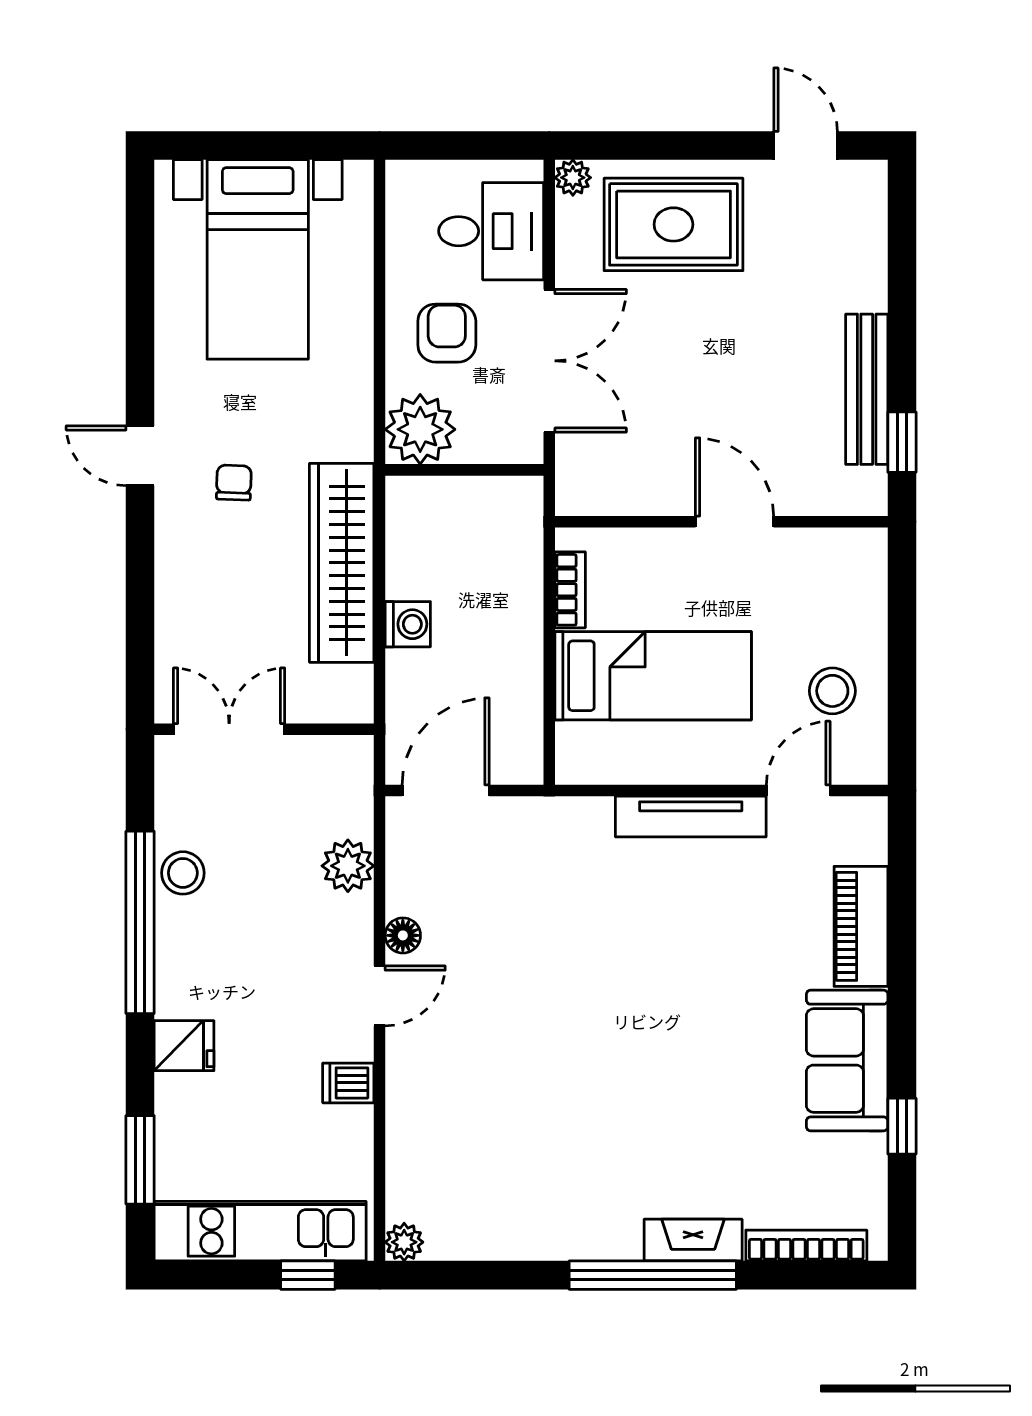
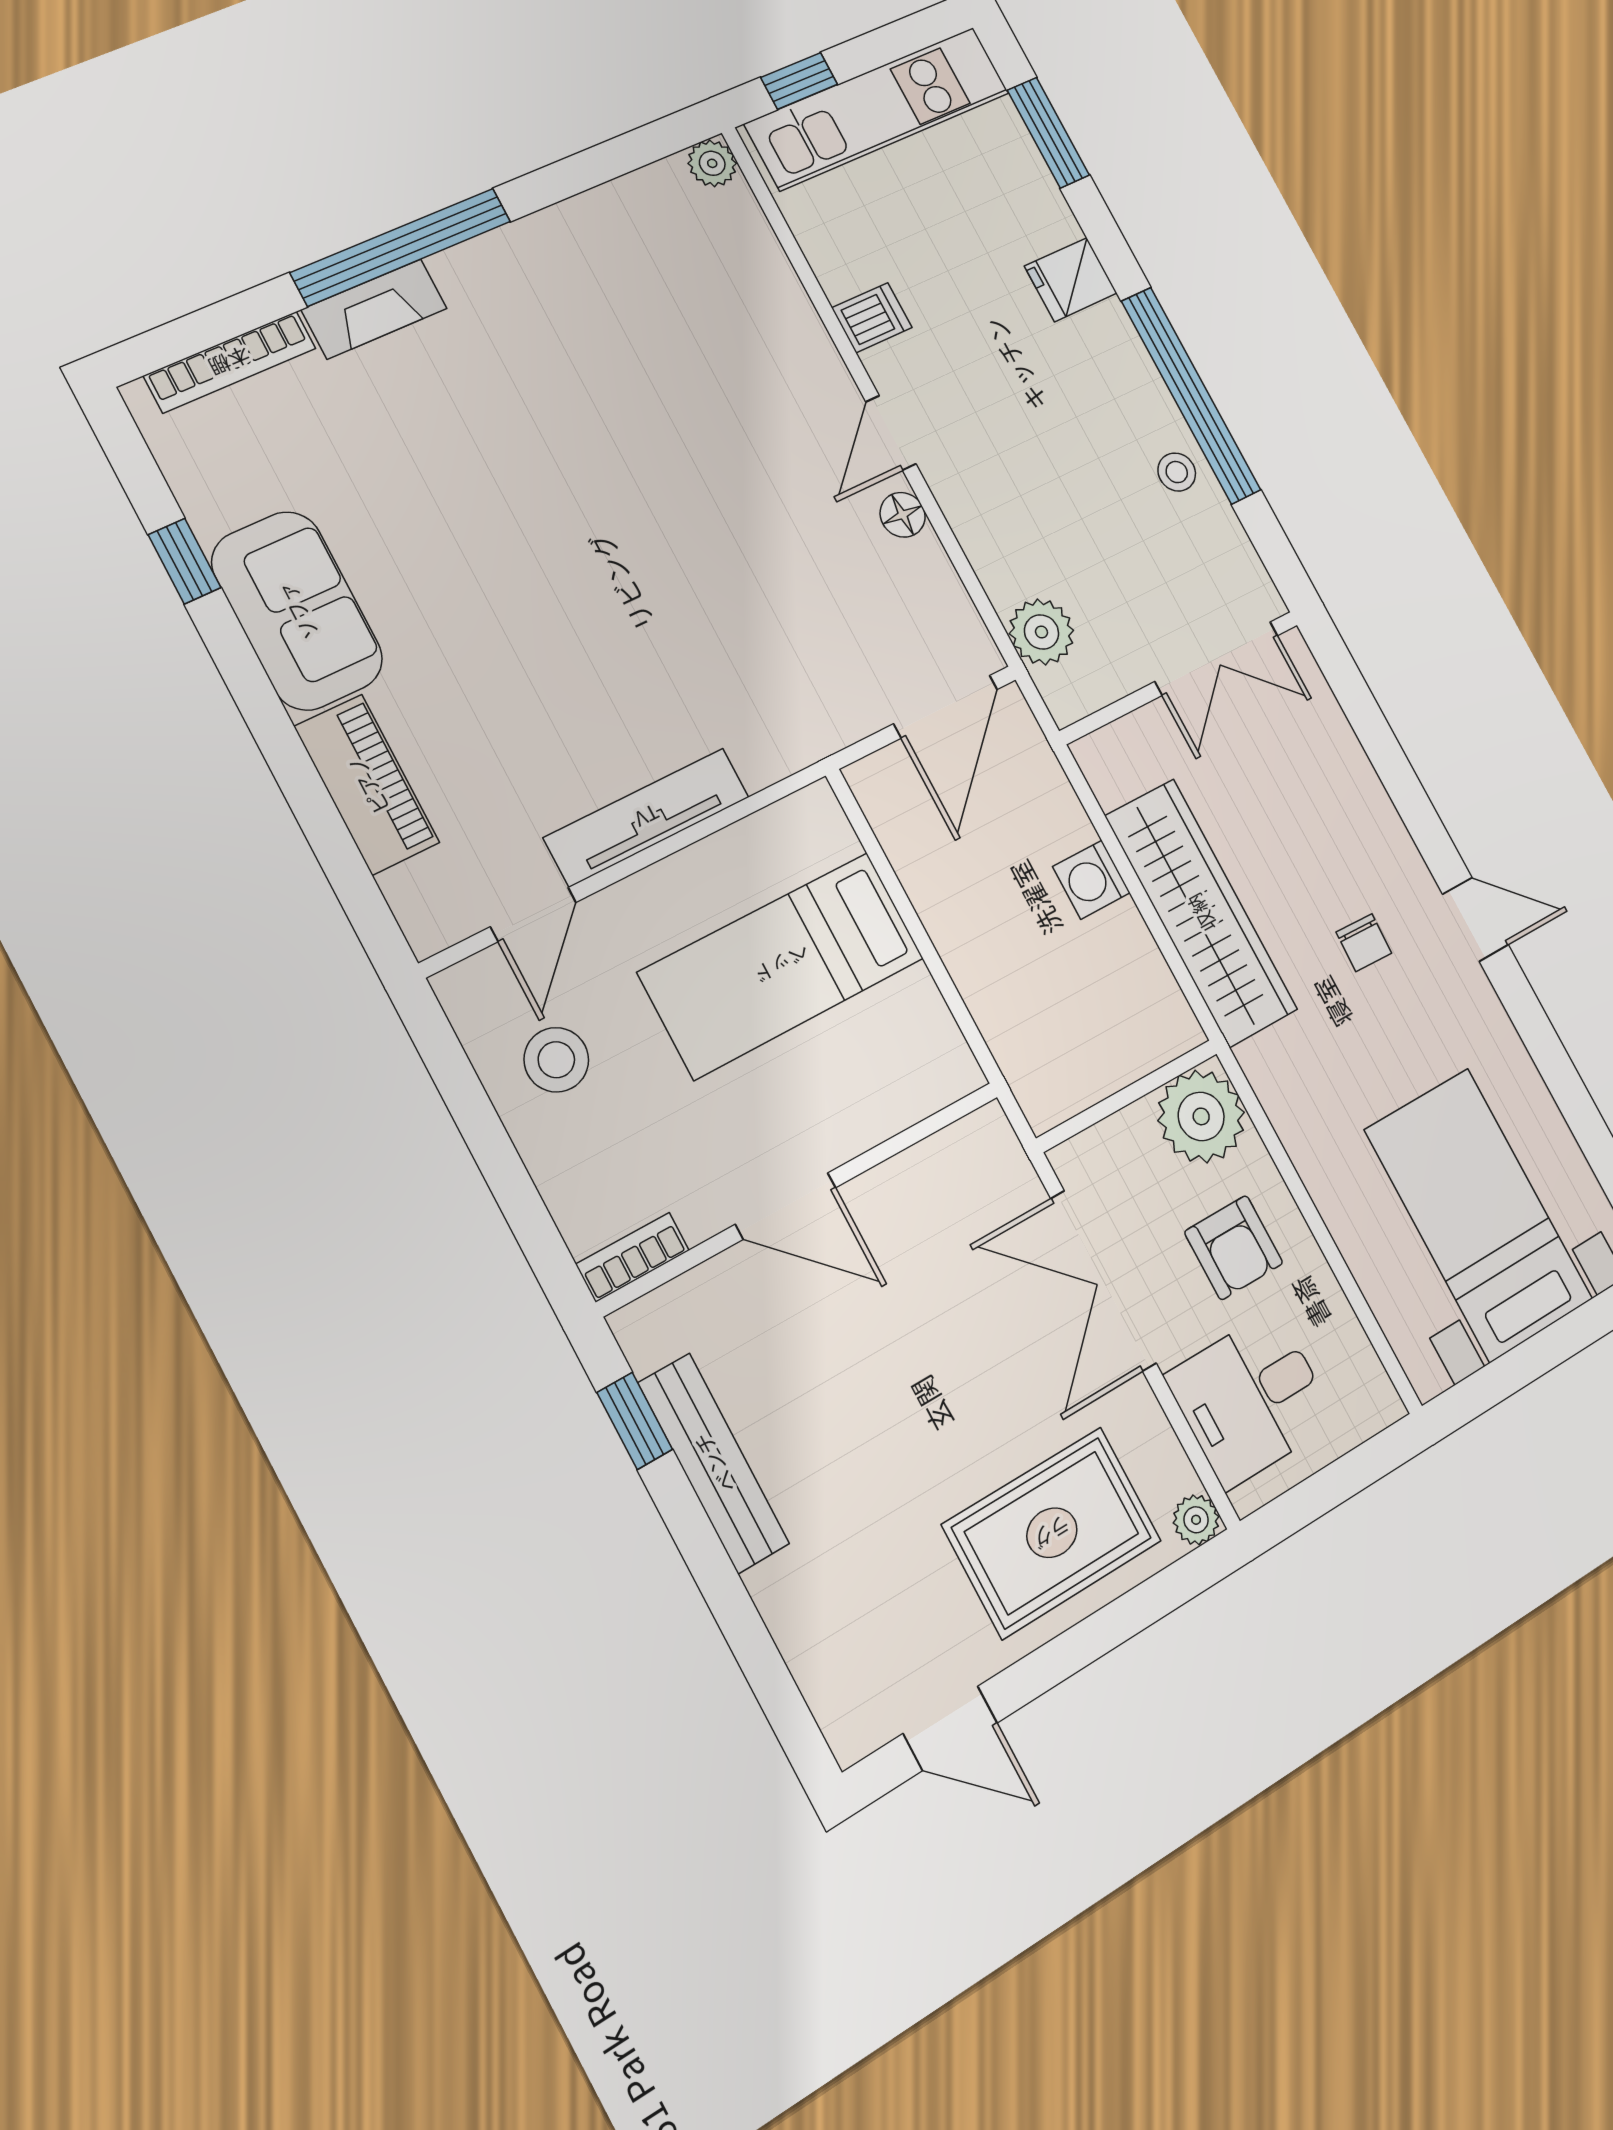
bookcase: (570, 590) -> (632, 1257), moved, turned 90
plant: (348, 866) -> (1042, 632), moved
stool: (183, 873) -> (1177, 472), width x0.73, depth x0.73

